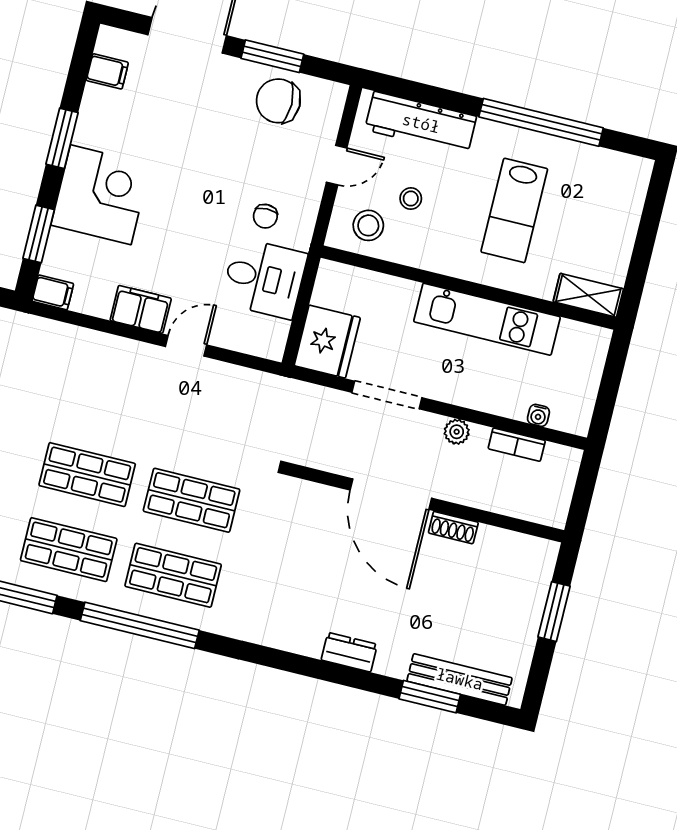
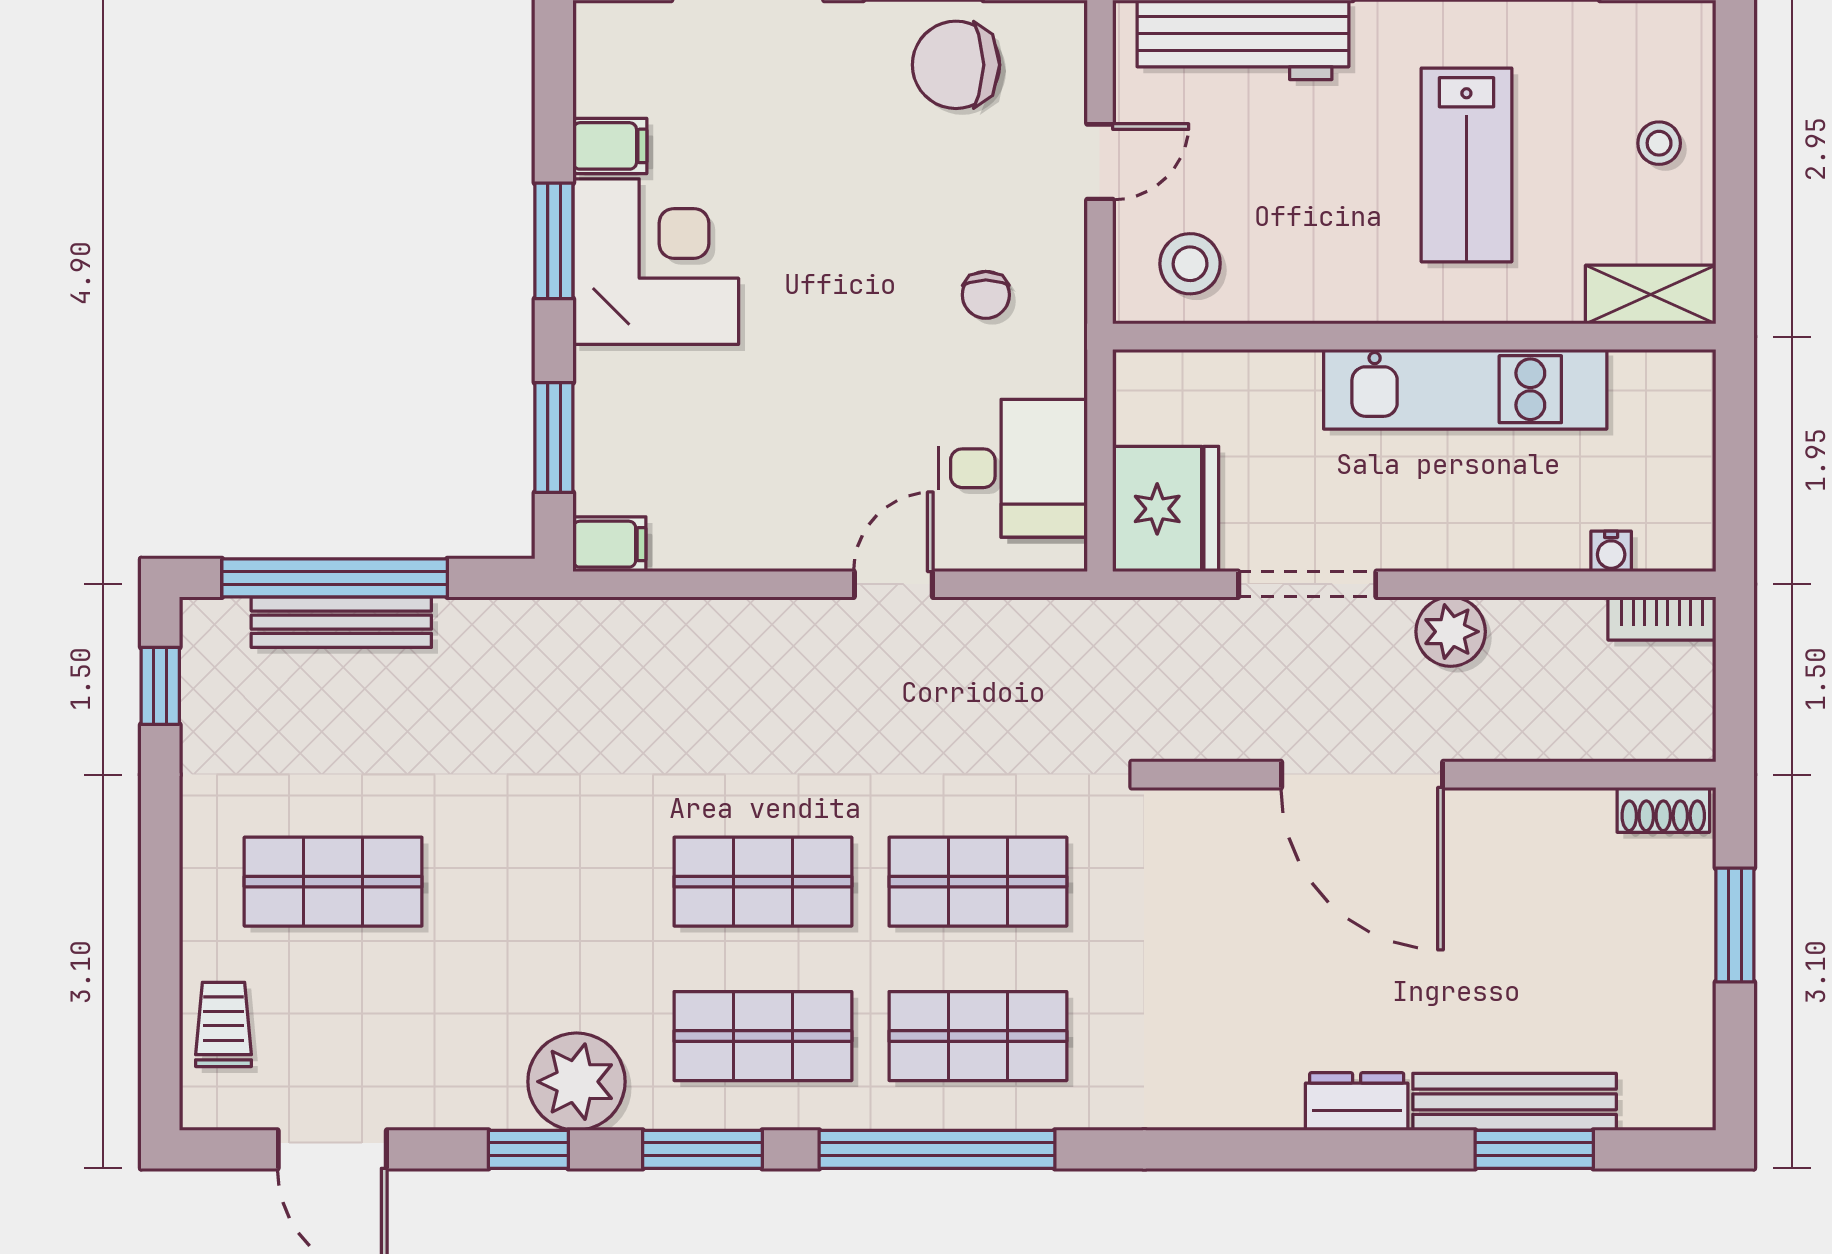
filing cabinet: (107, 71) -> (610, 146), moved
corner desk: (101, 195) -> (656, 262), moved
stool: (411, 199) -> (1659, 143), moved
desk: (264, 278) -> (1013, 468), moved
filing cabinet: (141, 309) -> (788, 535), removed
plant: (457, 432) -> (1451, 632), width x1.38, depth x1.38
bookcase: (517, 445) -> (1662, 618), moved
shoe rack: (453, 528) -> (1663, 810), moved
bench: (460, 679) -> (1515, 1102), moved

